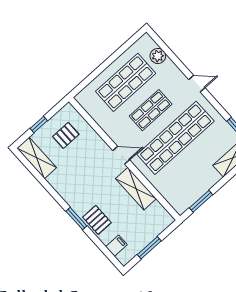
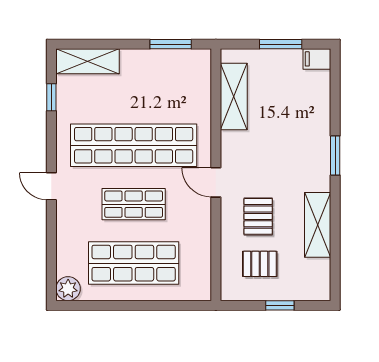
plant: (158, 56) -> (68, 289), moved
shelving: (37, 158) -> (318, 225), moved
shelving: (136, 189) -> (234, 97), moved
pallet: (97, 220) -> (258, 216), moved
filing cabinet: (116, 246) -> (317, 59), moved

